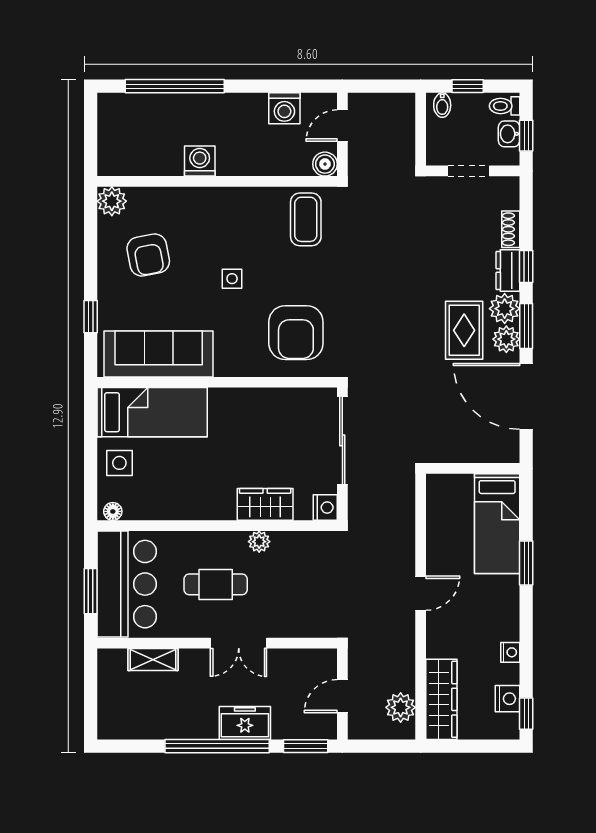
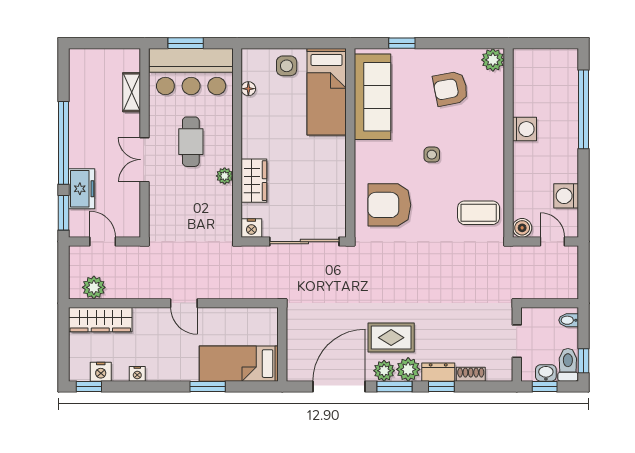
window: (468, 86) -> (583, 361), moved
toilet: (505, 106) -> (568, 365), width x1.37, depth x1.39
floor lamp: (113, 511) -> (248, 89), moved
freezer: (245, 723) -> (82, 189), moved

